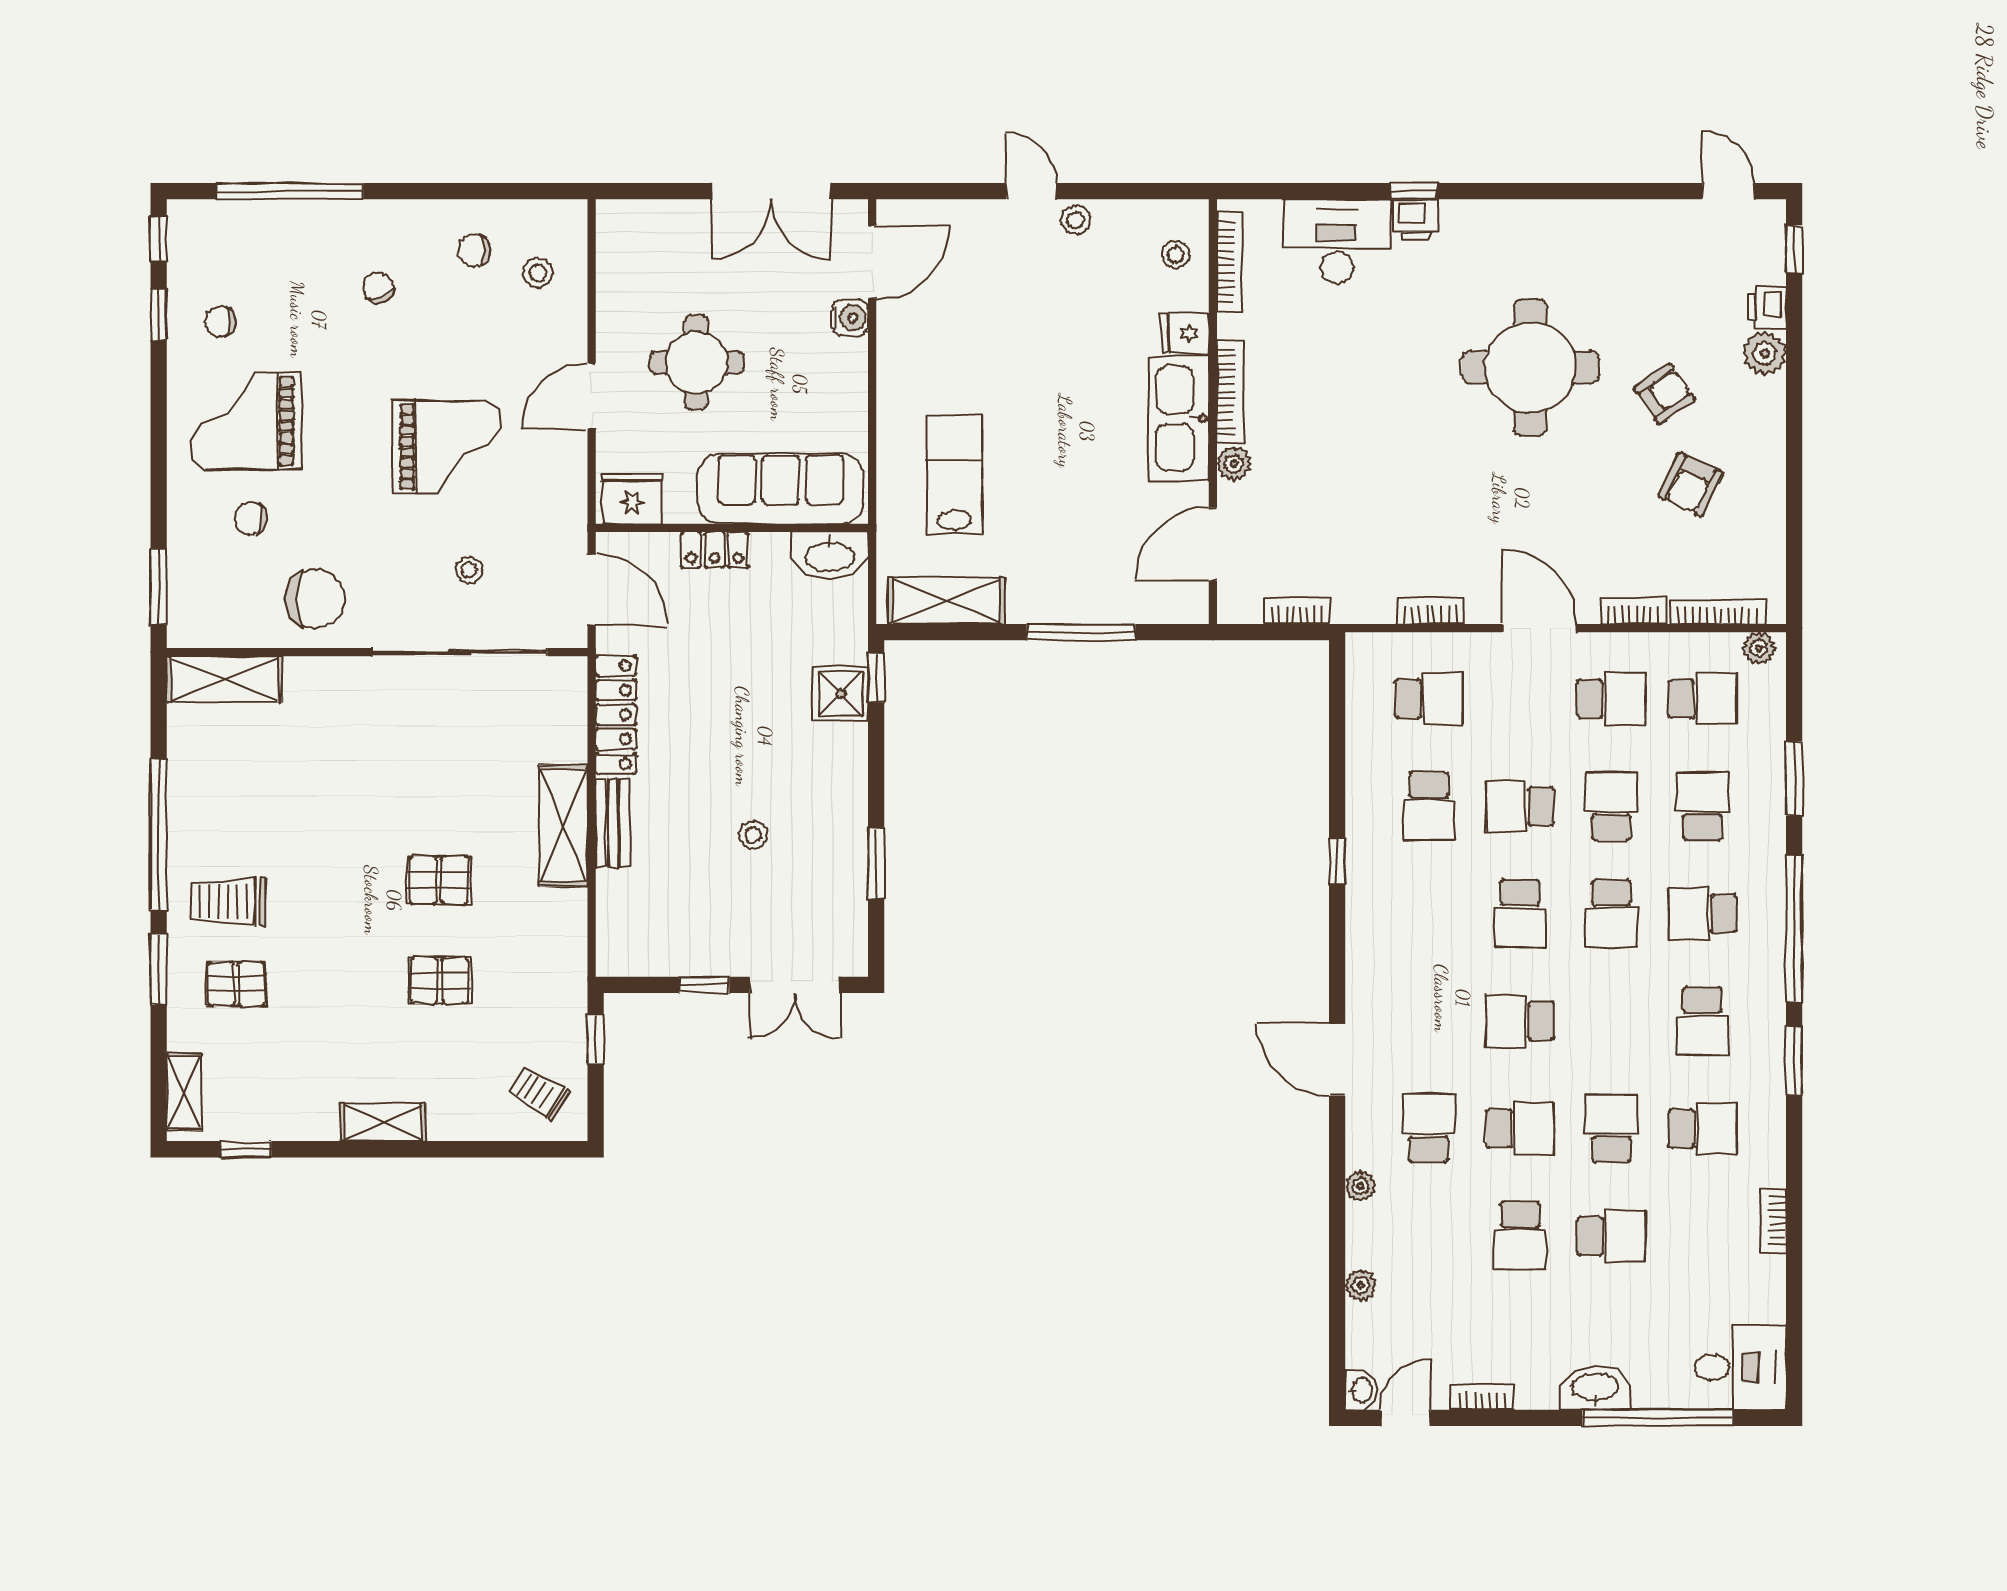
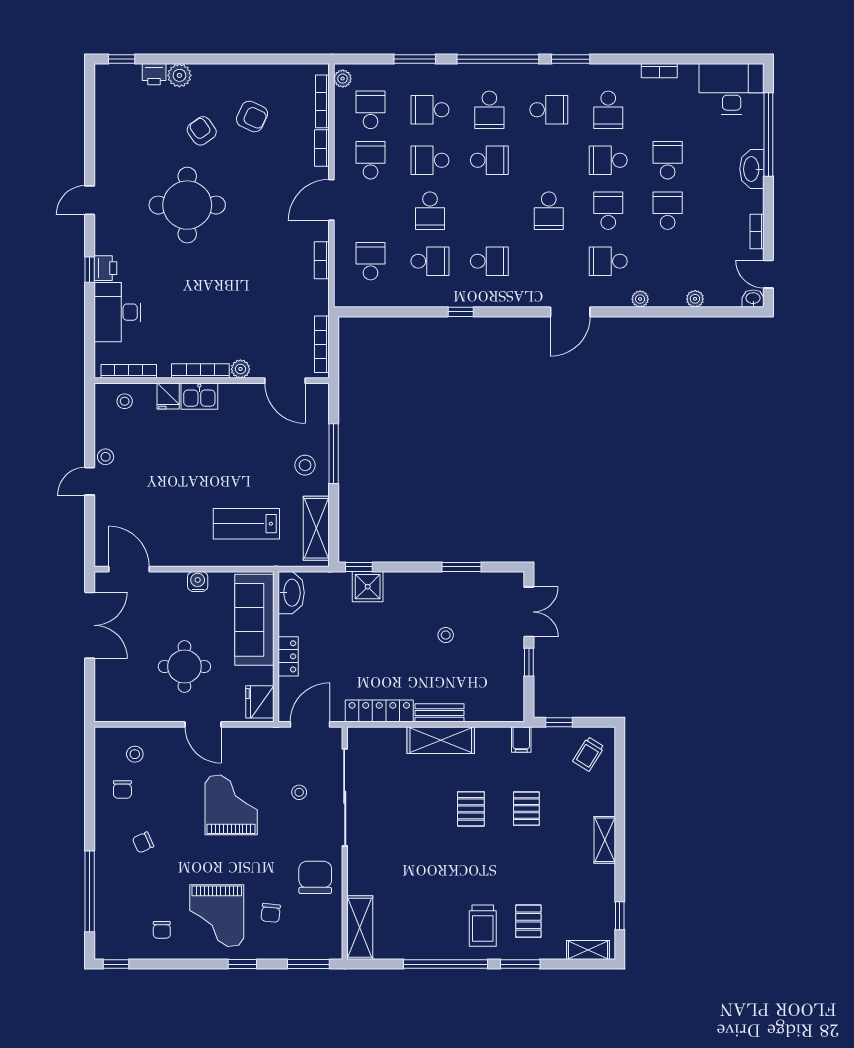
door: (1728, 191) -> (90, 200), moved
window: (159, 315) -> (242, 964), moved
water cooler: (850, 318) -> (198, 582), moved
kitchen sink: (1179, 418) -> (199, 396), width x0.53, depth x0.81
stool: (1060, 580) -> (305, 465), added
bookcase: (1297, 611) -> (322, 344), width x1.56
school desk: (1520, 914) -> (489, 261), moved
filing cabinet: (564, 971) -> (521, 740), added
school desk: (1702, 1128) -> (608, 110), turned 180
school desk: (1520, 1236) -> (668, 211), turned -90
desk: (1740, 1367) -> (732, 89), width x1.37

